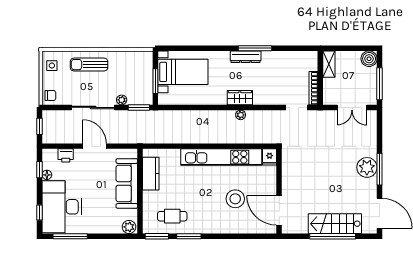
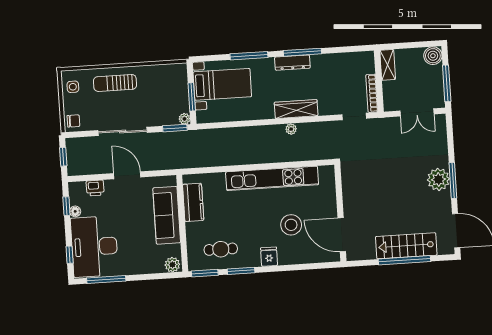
window: (208, 48) -> (249, 56), added
wardrobe: (240, 98) -> (296, 109), width x1.50
plant: (122, 100) -> (184, 119), moved
fridge: (270, 157) -> (269, 257), moved, turned 180

